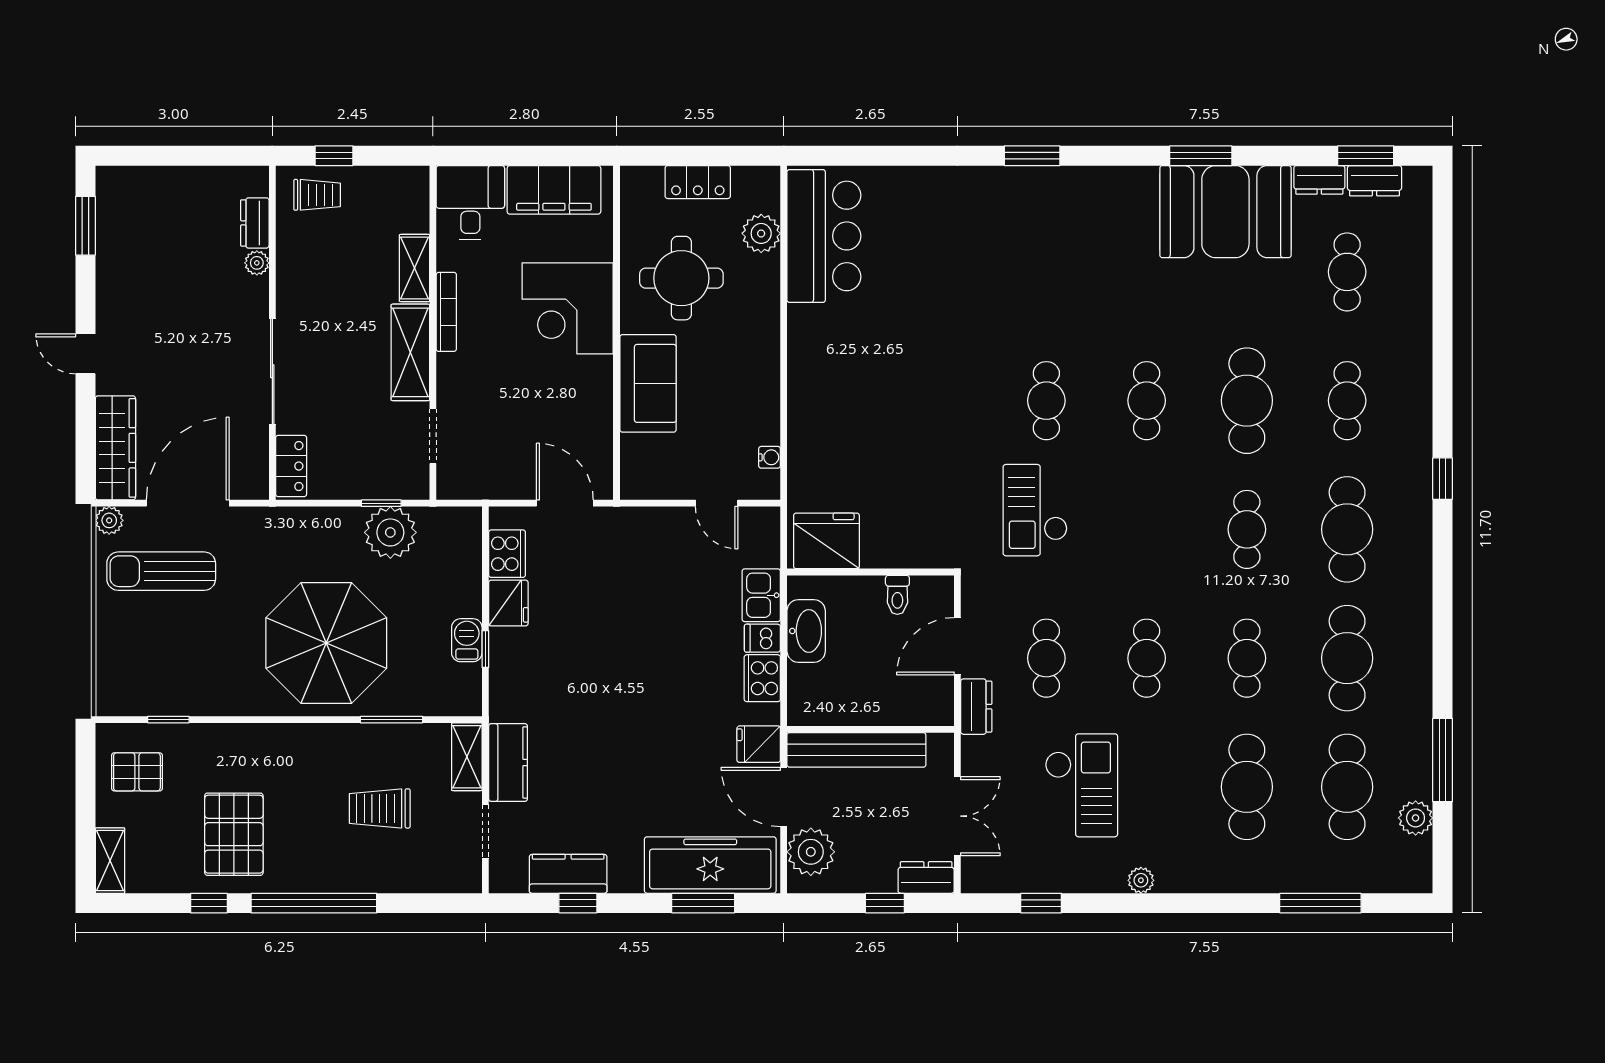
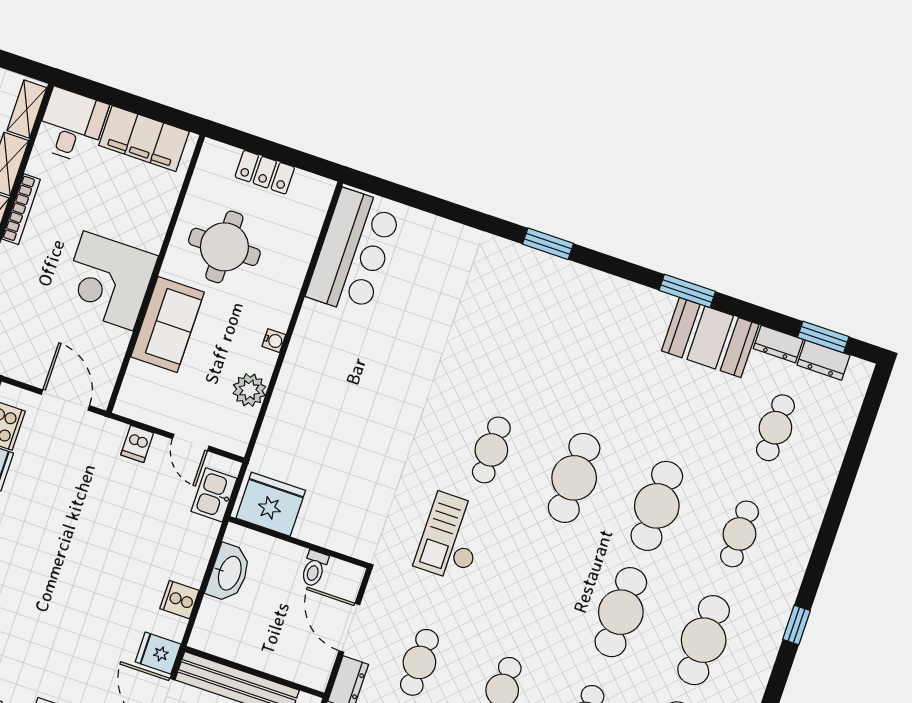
shelving: (416, 201) -> (27, 109), added
booth: (1225, 212) -> (710, 338), width x0.73, depth x0.70
plant: (761, 233) -> (249, 390), moved
corner desk: (568, 308) -> (108, 281), moved
cafe table: (1147, 401) -> (574, 478), width x1.37, depth x1.35
water cooler: (770, 457) -> (274, 341), moved
cafe table: (1247, 529) -> (621, 612), width x1.37, depth x1.35
kitchen sink: (761, 595) -> (214, 495), moved
dishwasher: (762, 638) -> (137, 444), moved, turned -90
door: (957, 646) -> (349, 628), hinge flipped
cooker: (762, 678) -> (179, 600), width x0.73

